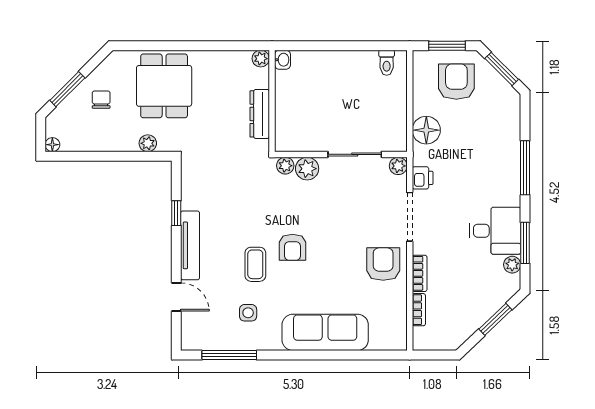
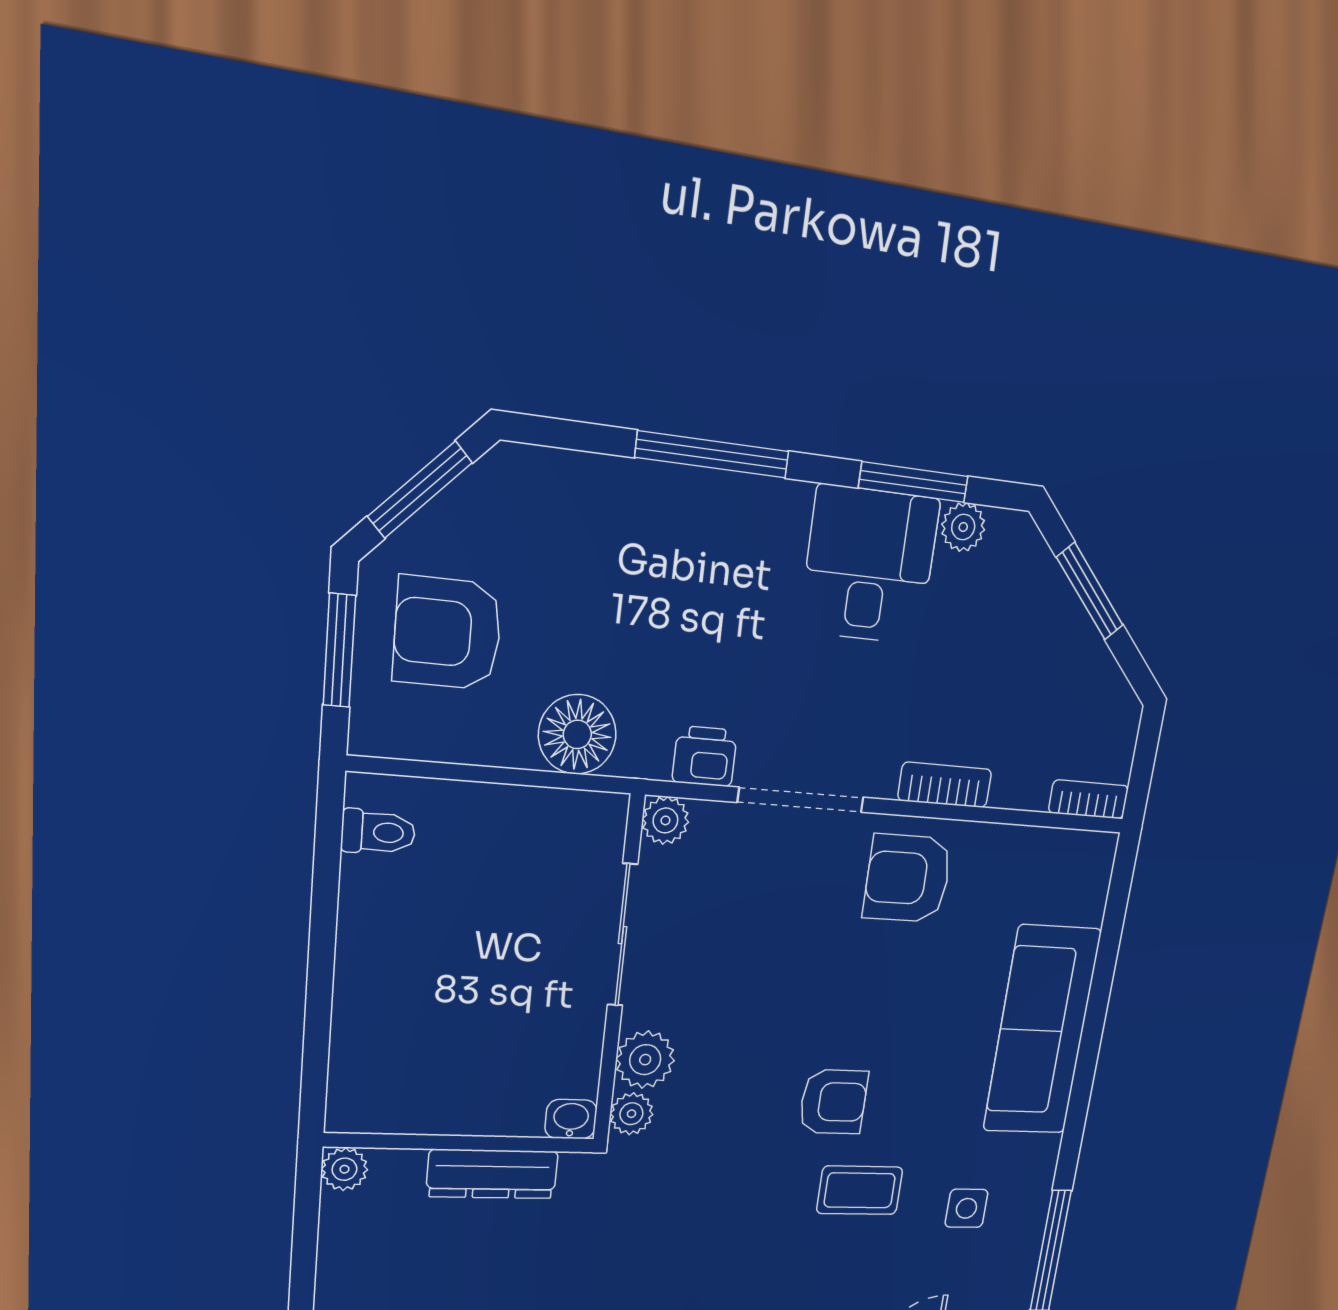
washbasin: (282, 60) -> (571, 1119), moved
bookcase: (419, 310) -> (1089, 799), moved

